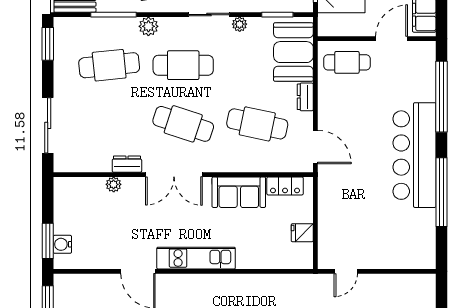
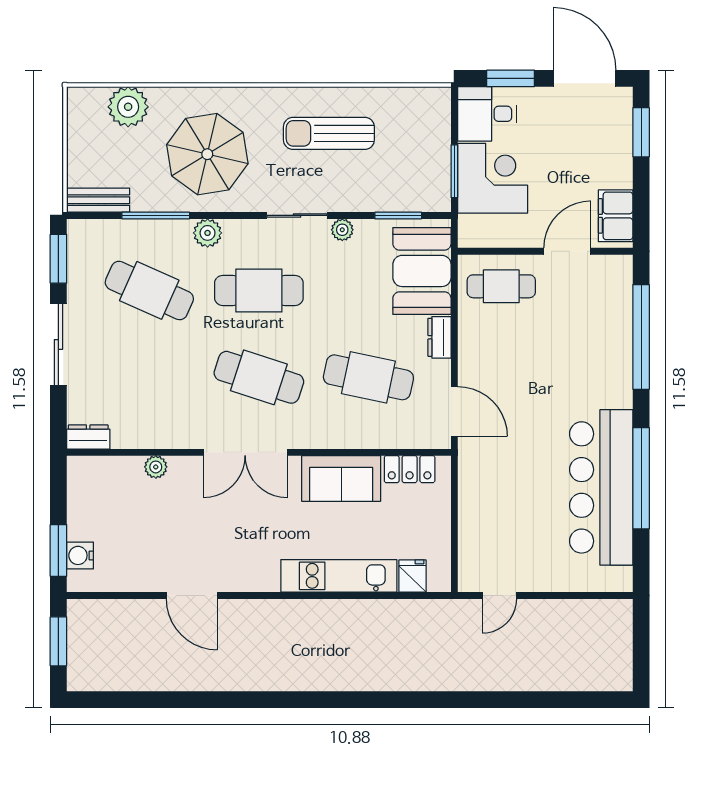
cafe table: (109, 65) -> (149, 290), turned 30
sliding door: (48, 125) -> (58, 345), moved
bar counter: (415, 155) -> (601, 487), moved
dresser: (127, 164) -> (88, 437), moved
fridge: (302, 233) -> (413, 576), moved, turned 90
kitchen unit: (196, 258) -> (339, 576), moved

